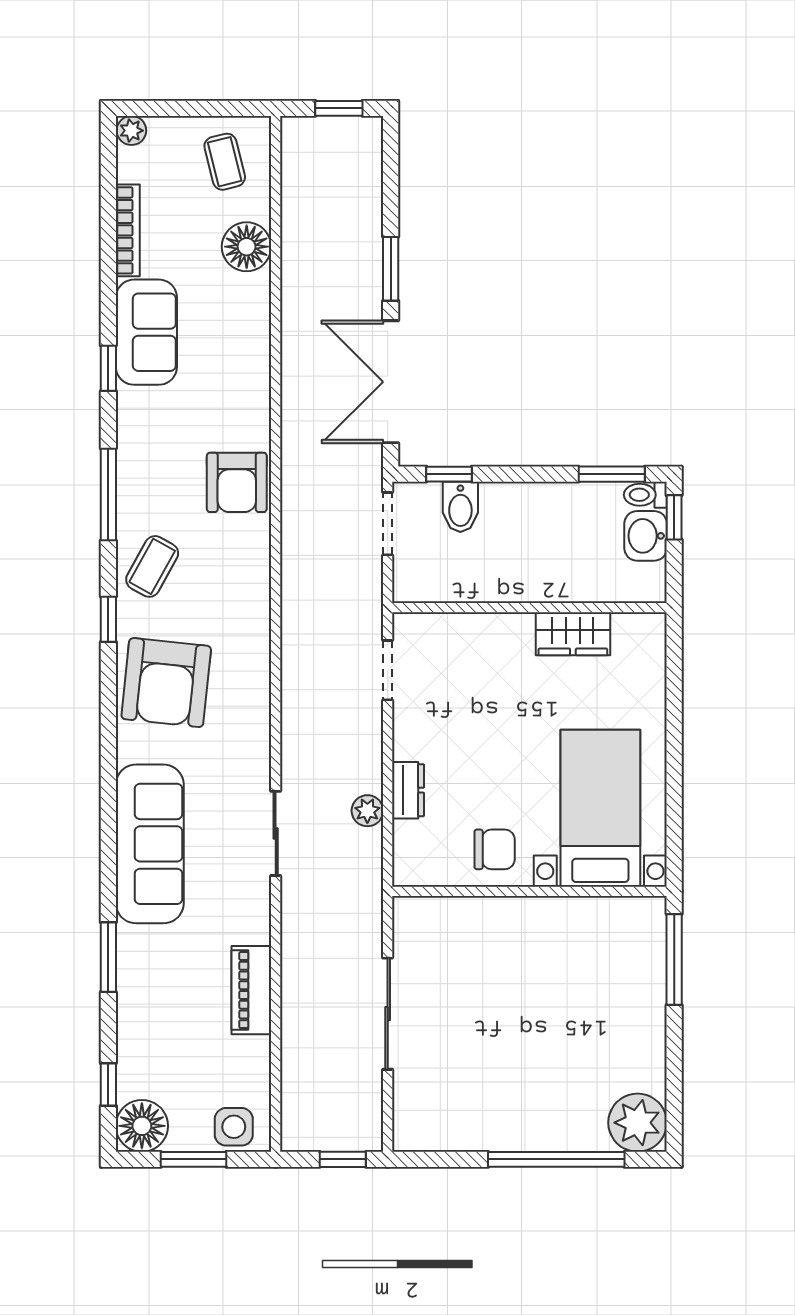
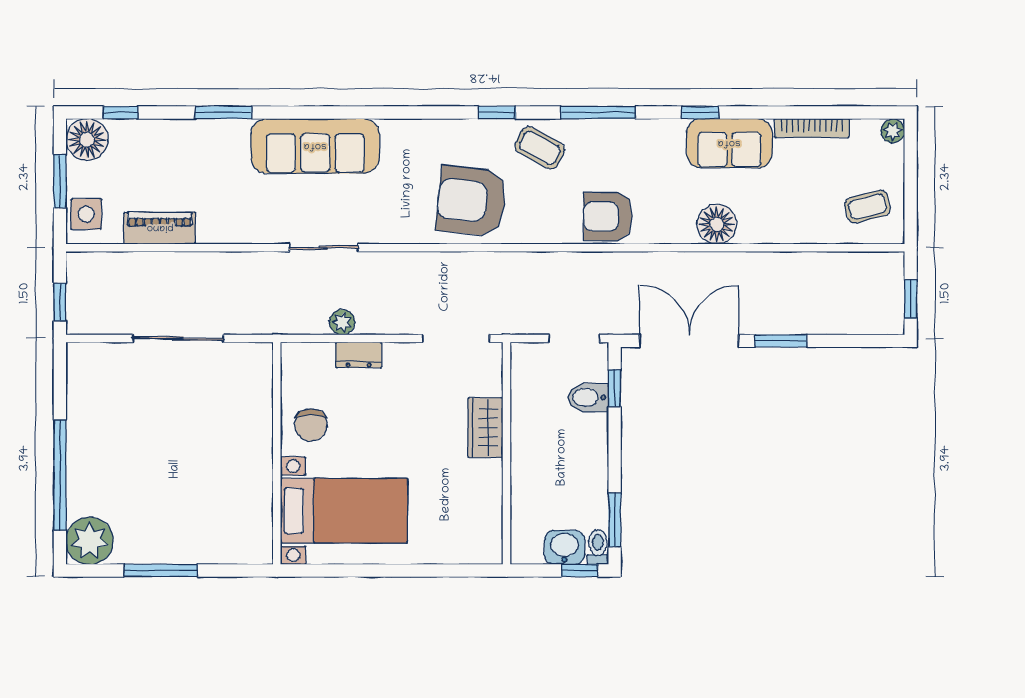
floor lamp: (247, 247) -> (717, 224), moved
wardrobe: (573, 634) -> (485, 428), moved
doorway: (388, 670) -> (456, 338), width x1.38
armchair: (166, 683) -> (471, 201), moved
window: (674, 959) -> (161, 570), moved
piano: (251, 990) -> (160, 228), moved

